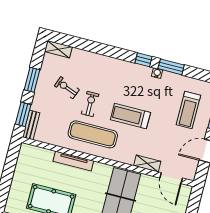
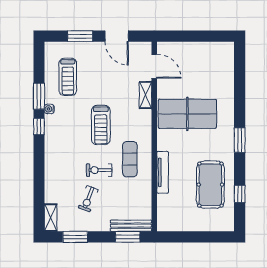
window: (32, 80) -> (75, 237), moved
treadmill: (188, 110) -> (68, 77), moved, turned 90
bench: (31, 125) -> (131, 226), width x1.36
exercise mat: (93, 134) -> (130, 159), width x0.73, depth x0.69
door: (171, 178) -> (154, 66), hinge flipped

